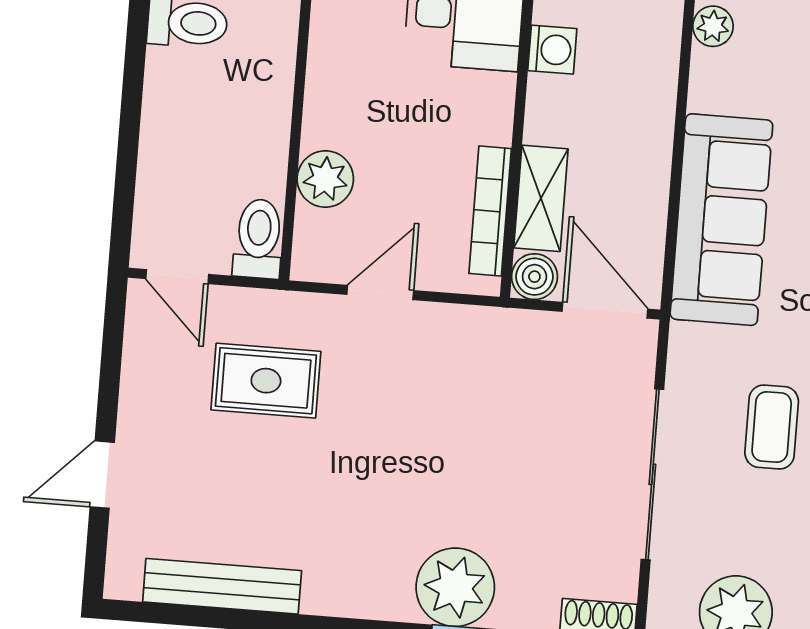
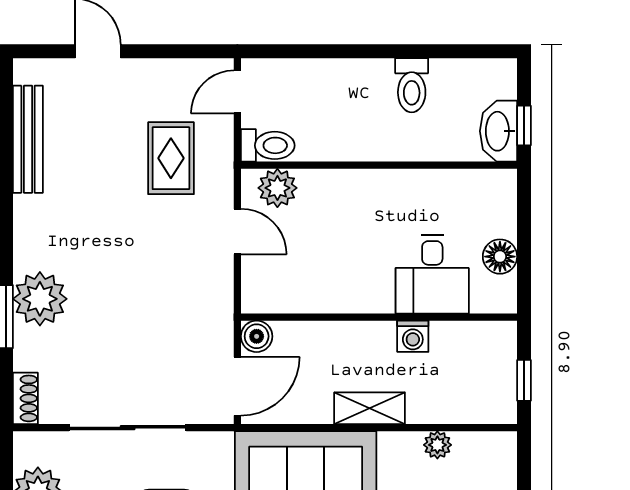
plant: (325, 179) -> (277, 188), moved
shelving: (541, 198) -> (370, 408), moved
bookcase: (490, 211) -> (299, 302), removed

